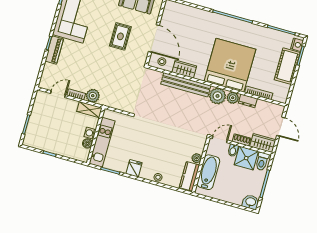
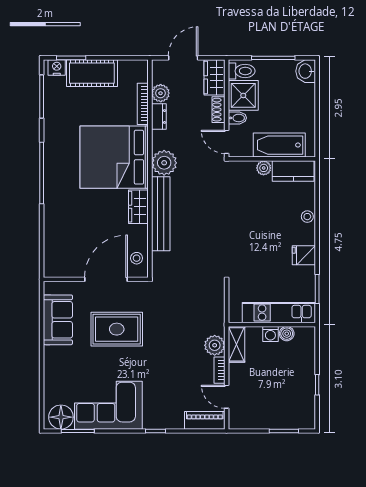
rug: (120, 36) -> (117, 329), width x1.36, depth x1.43
piano: (54, 50) -> (205, 420), moved
wardrobe: (184, 69) -> (138, 207), moved
plant: (233, 98) -> (161, 93), moved

